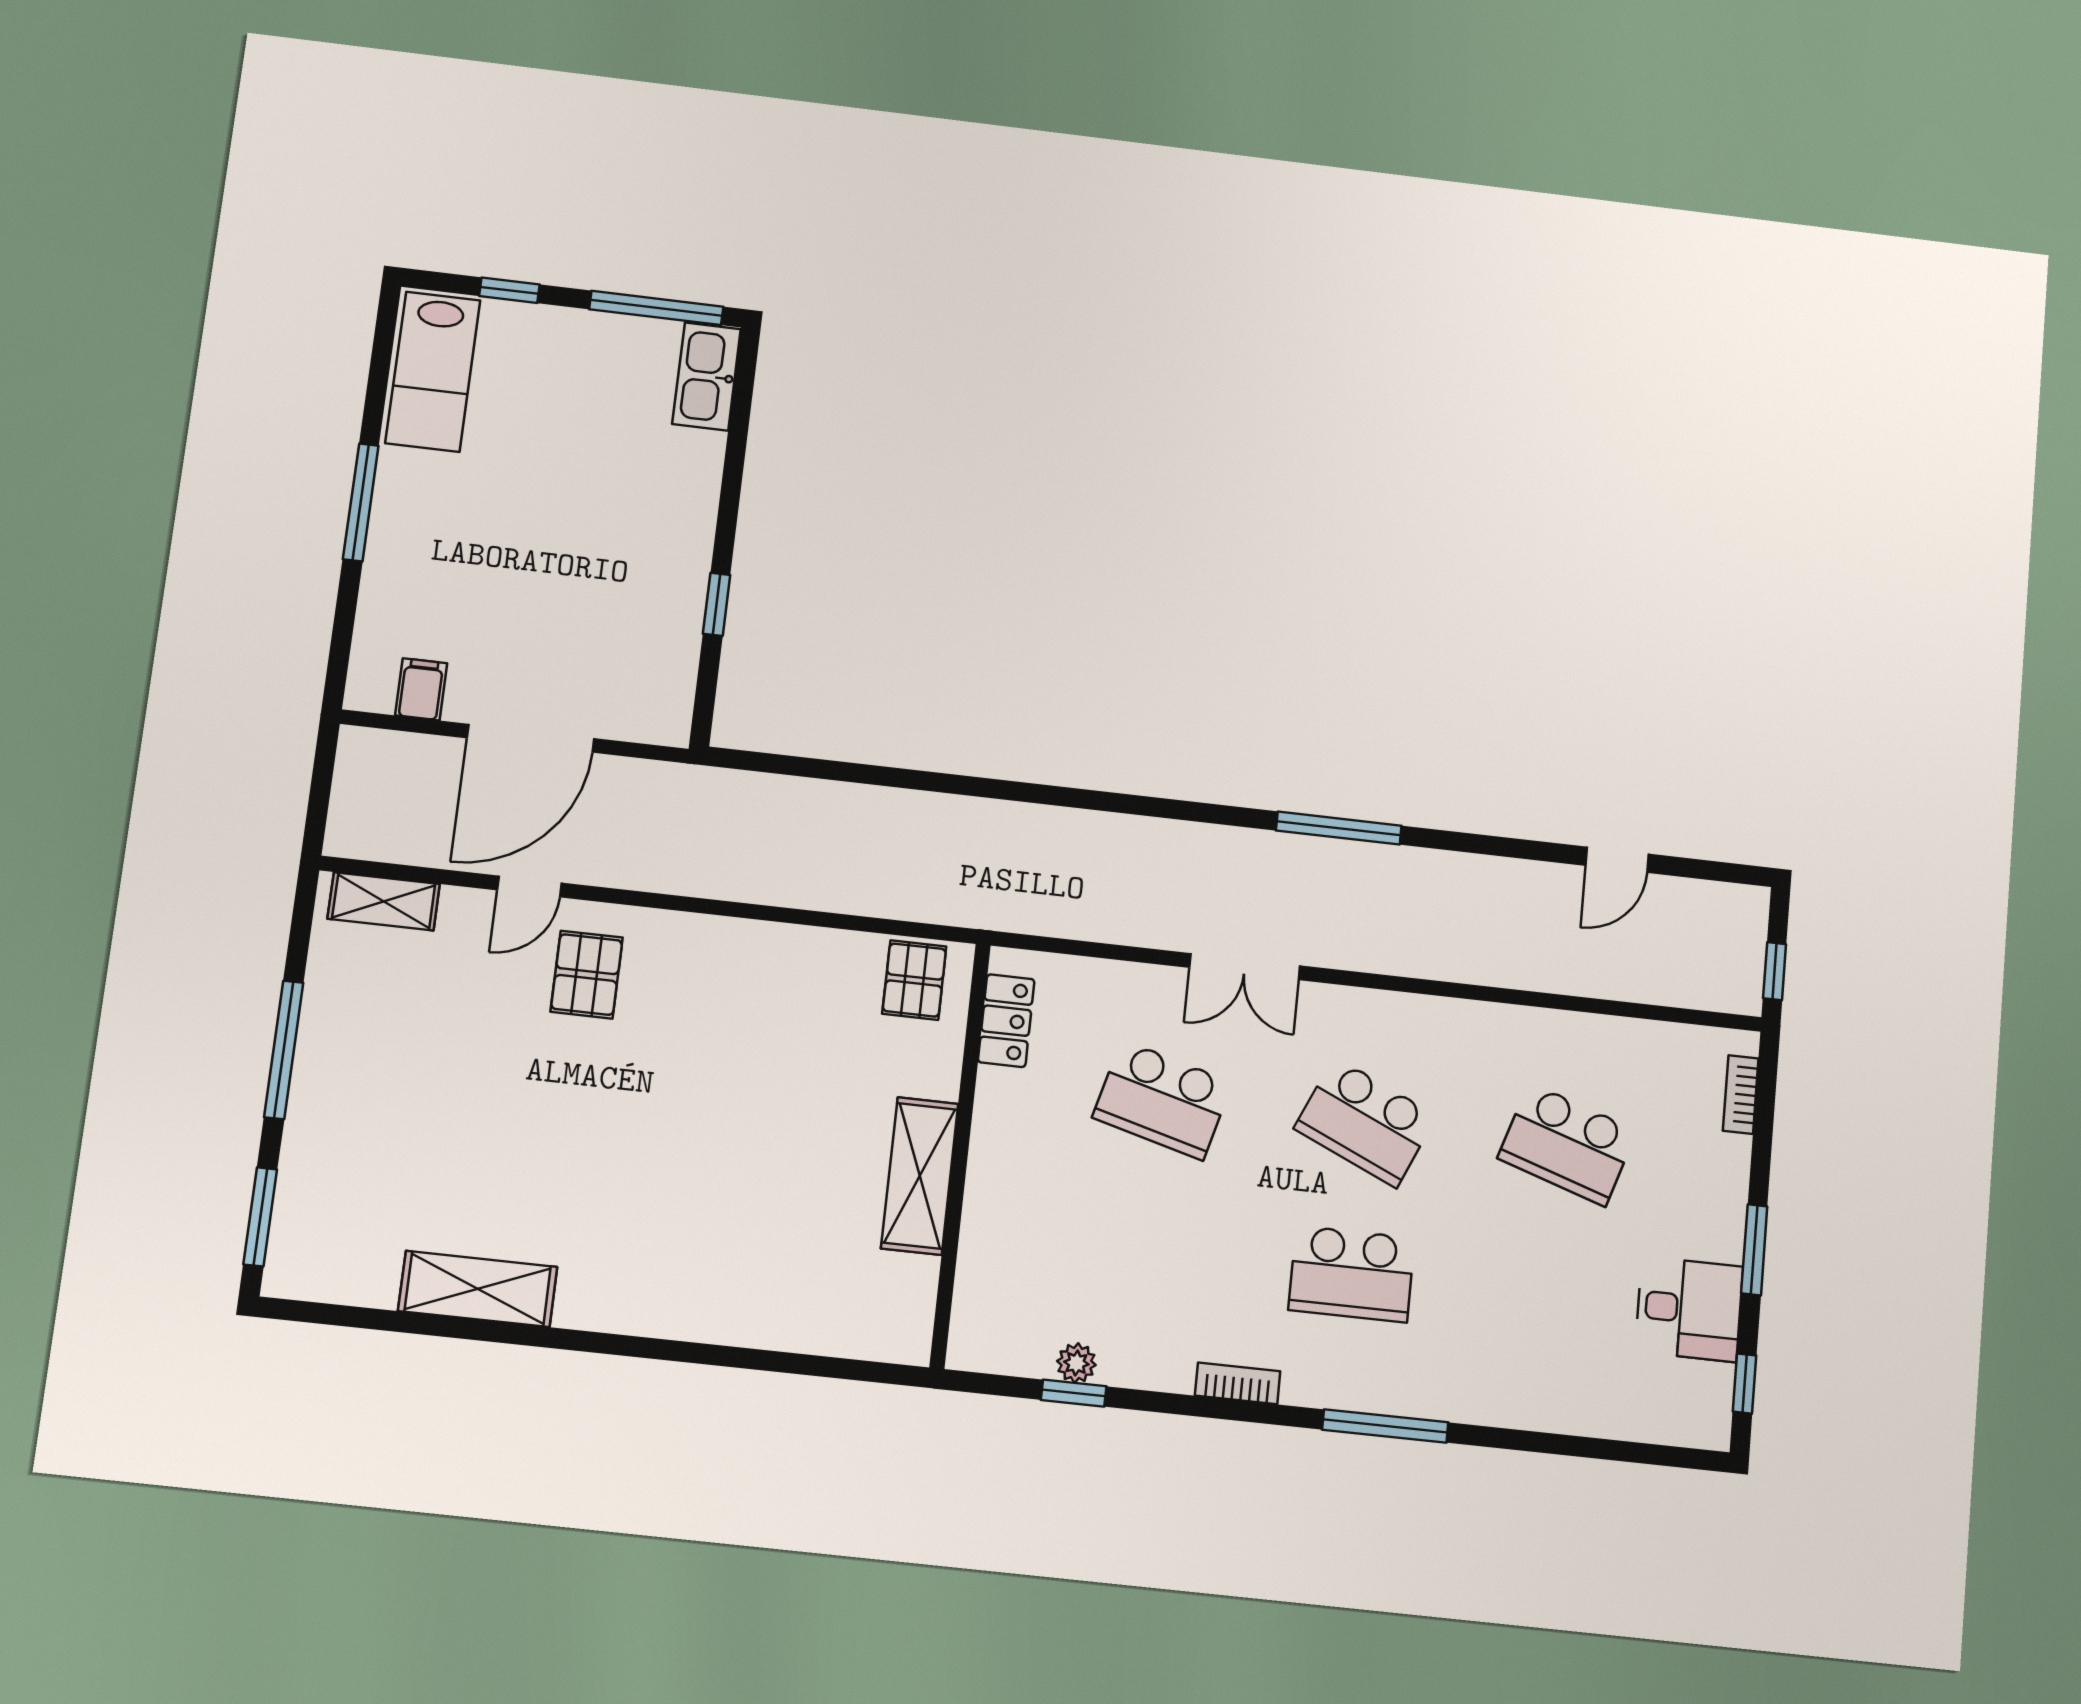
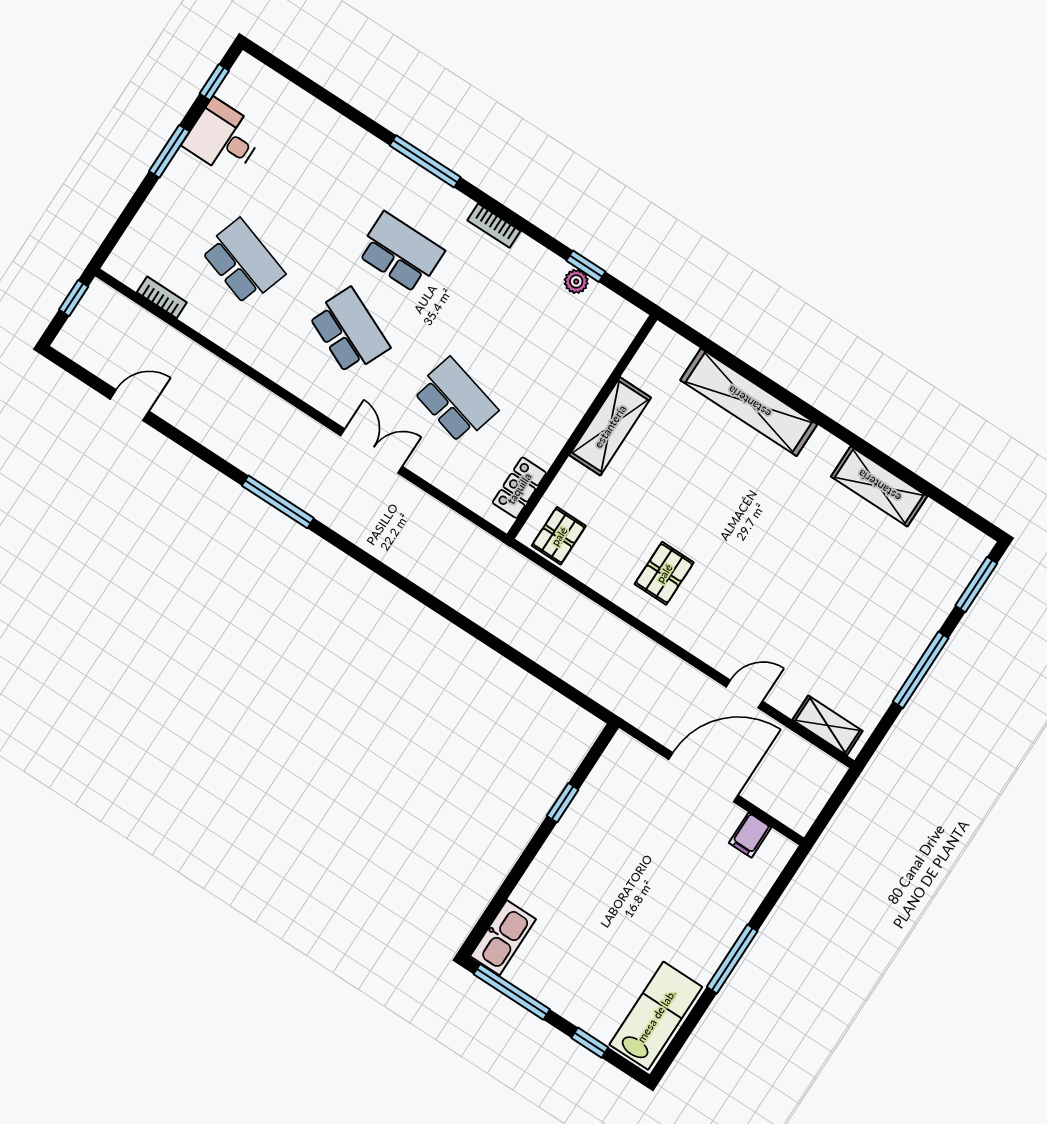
pallet: (587, 975) -> (664, 573), moved
bookcase: (1741, 1095) -> (162, 297), moved, turned -90
shelving: (733, 1315) -> (749, 402), added

